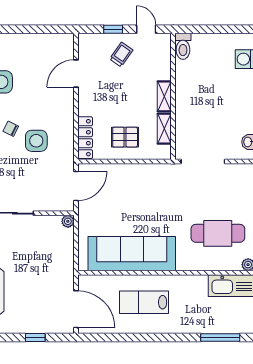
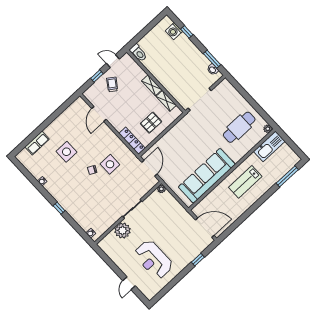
lab bench: (144, 302) -> (245, 182), moved

